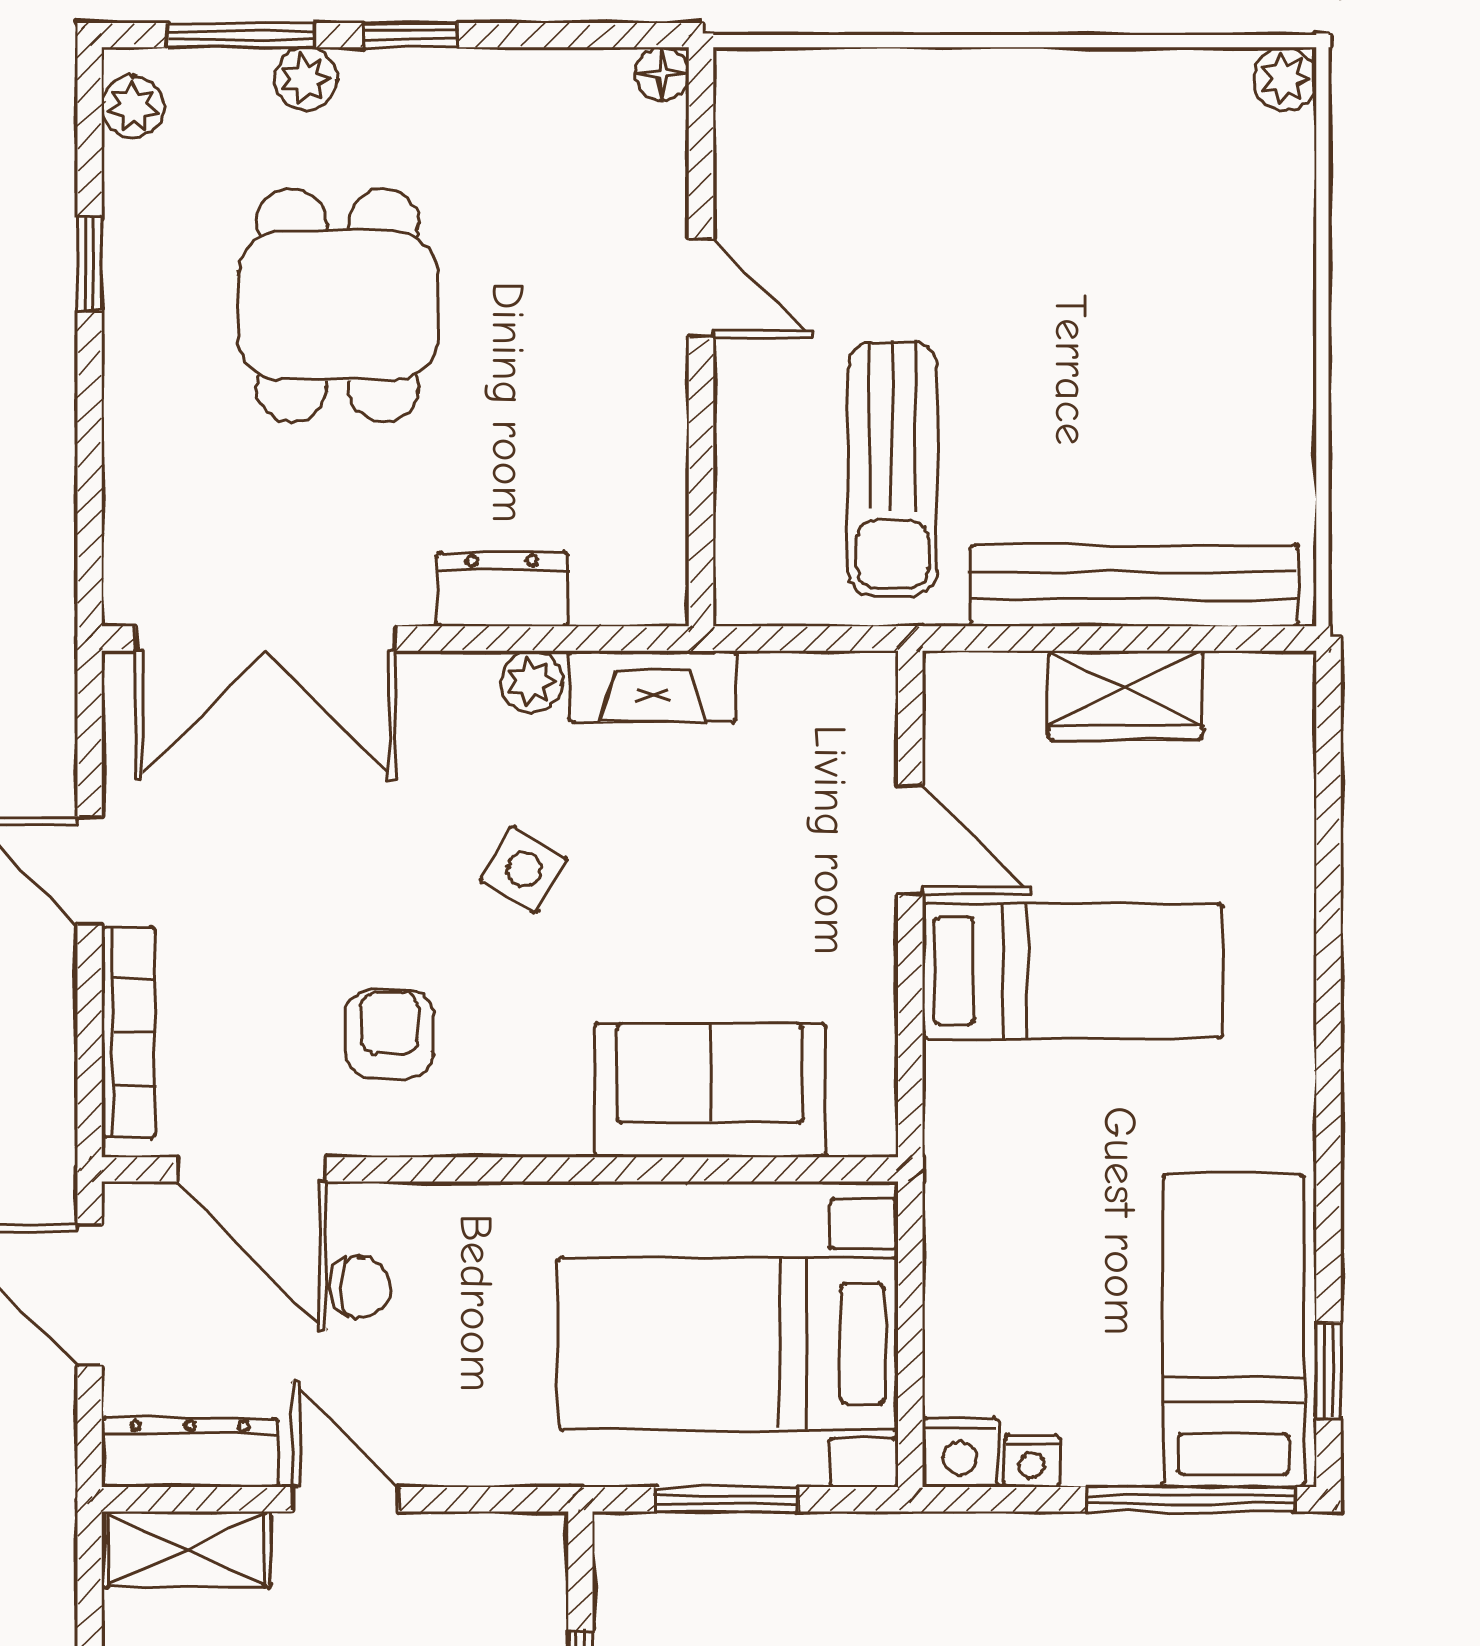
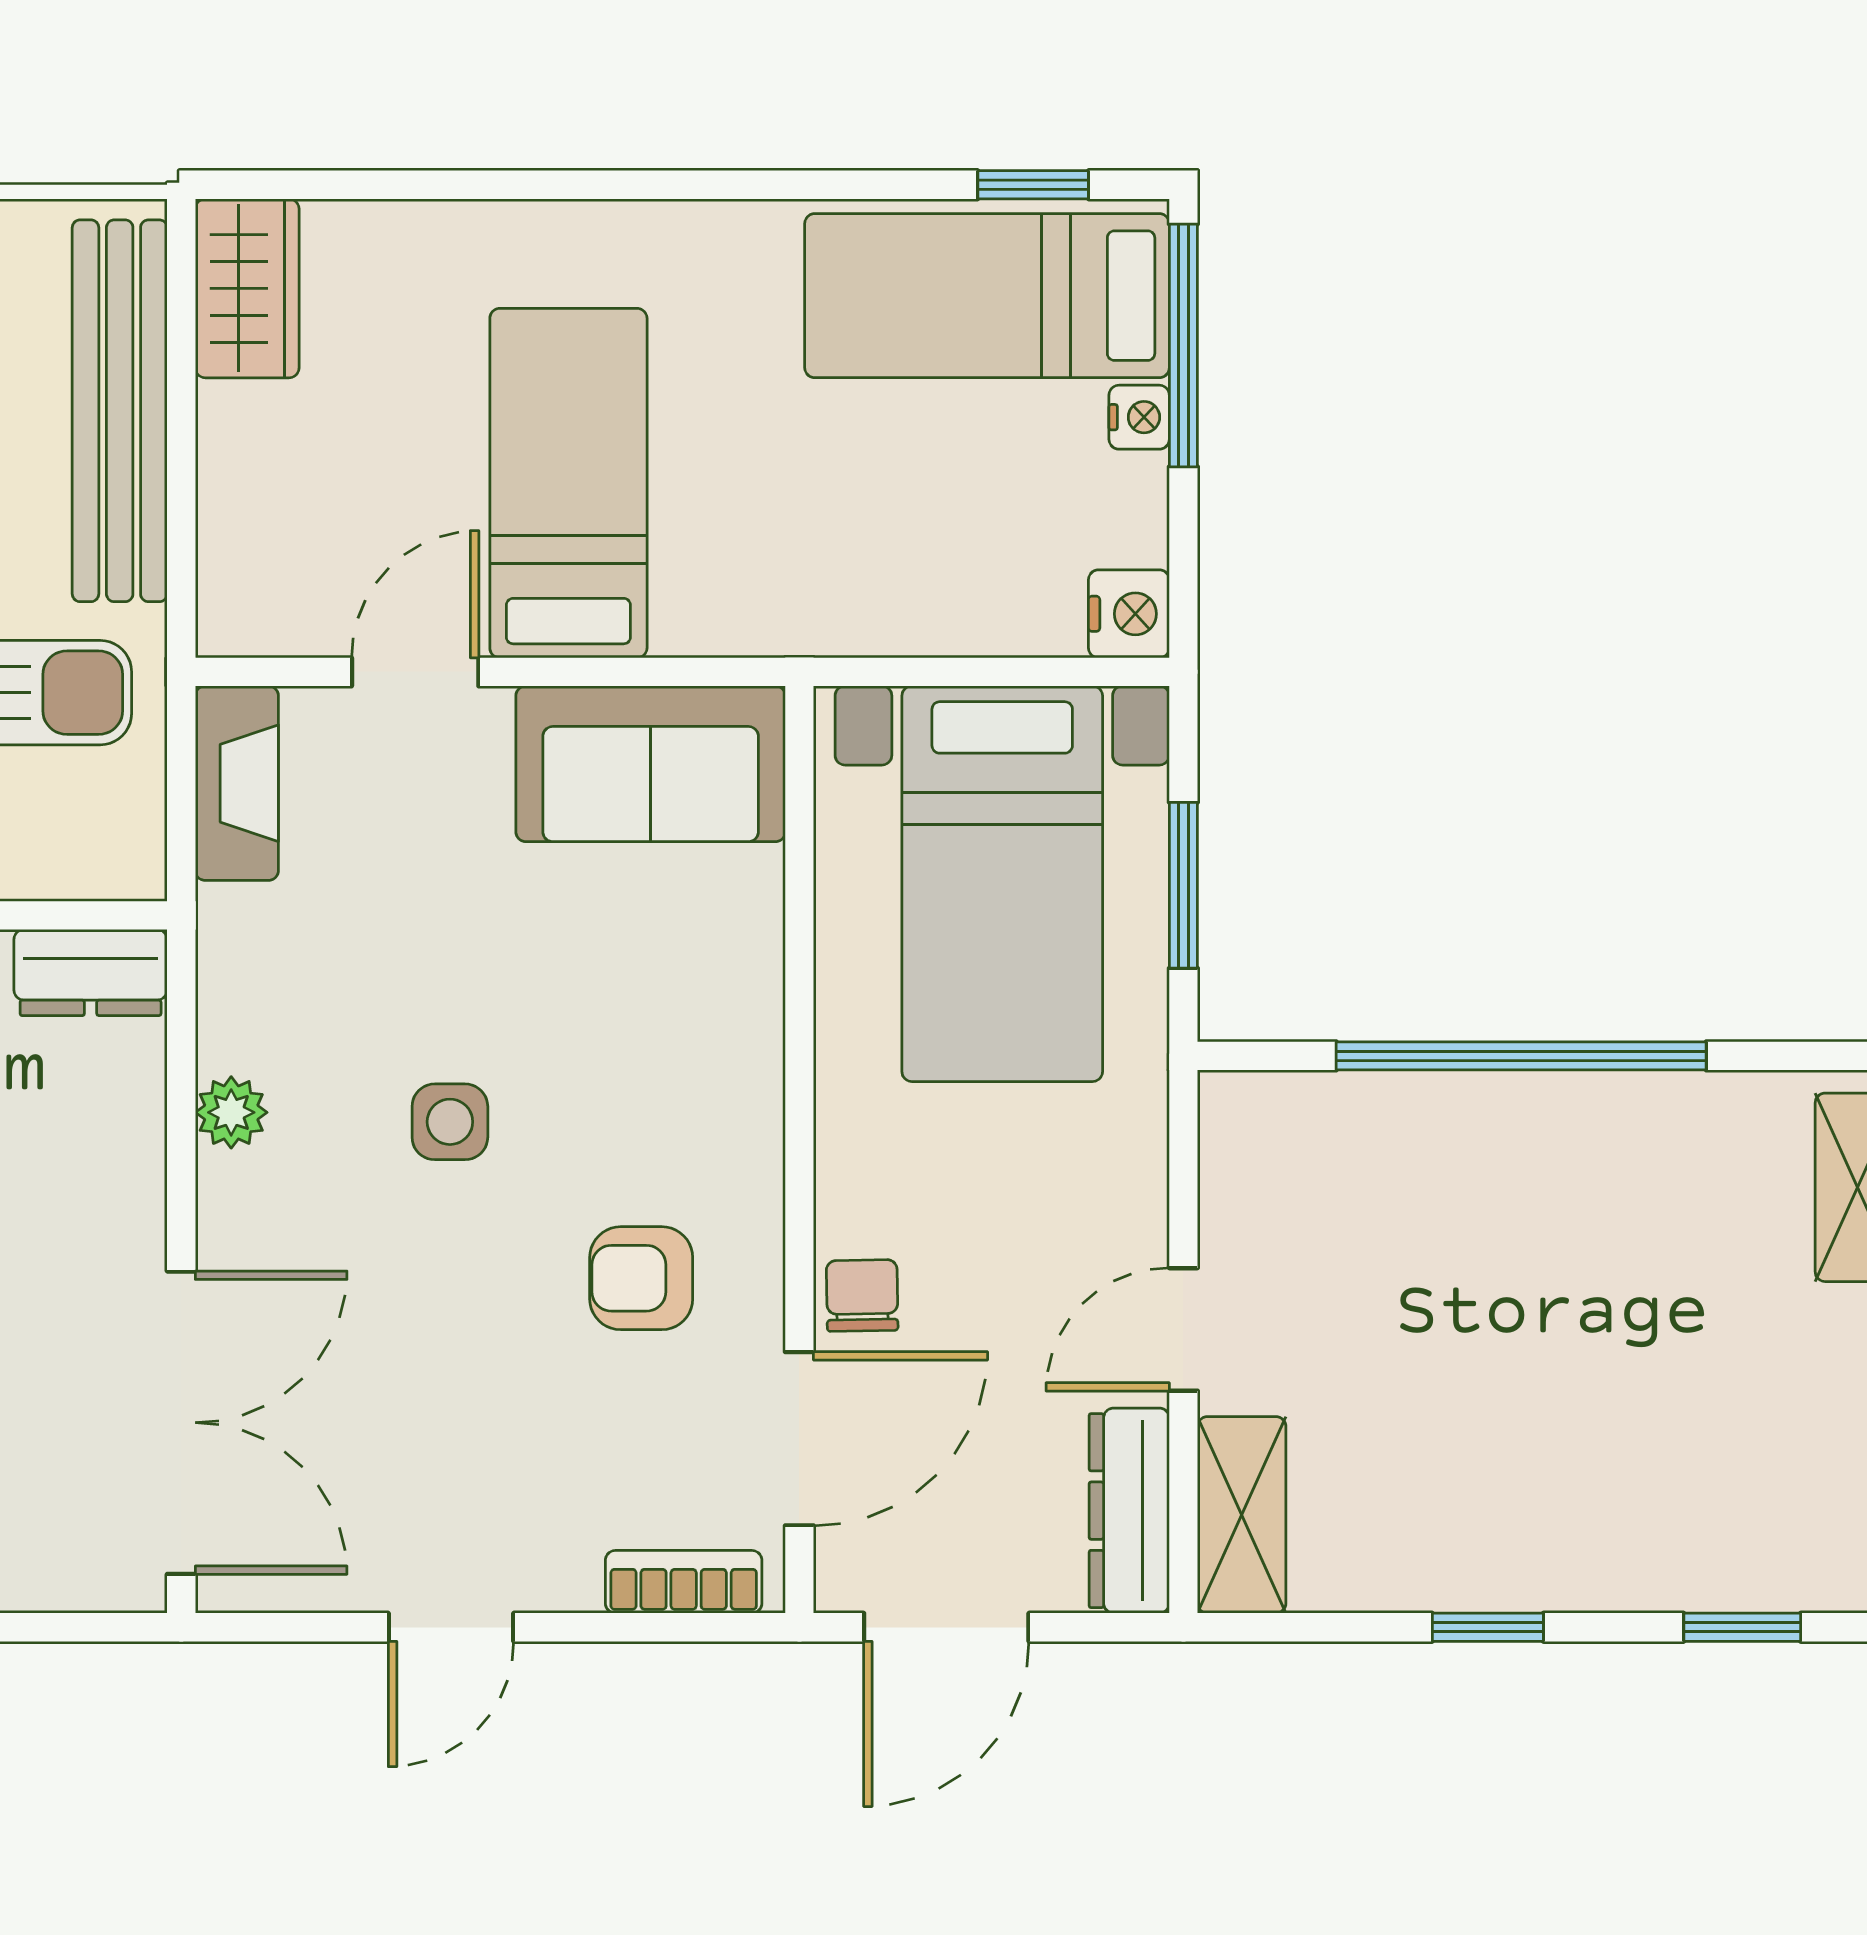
dresser: (502, 589) -> (91, 973), moved, turned -90
fireplace: (653, 686) -> (237, 783), moved
wardrobe: (1126, 695) -> (247, 288), moved
side table: (524, 869) -> (450, 1122), turned -31
bookcase: (129, 1032) -> (684, 1582), width x0.64
sofa: (710, 1090) -> (651, 764), moved, turned -90
chair: (359, 1287) -> (862, 1295), moved
nightstand: (1032, 1461) -> (1139, 417), moved

